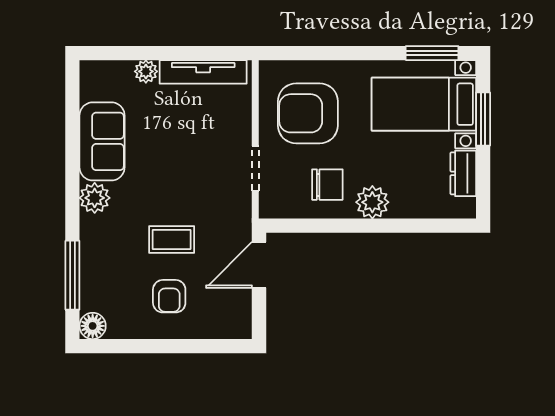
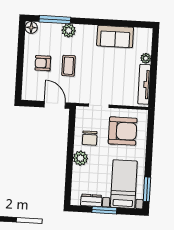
armchair: (308, 113) -> (123, 131), turned 90
window: (483, 119) -> (104, 210), moved
plant: (95, 198) -> (69, 30), moved

